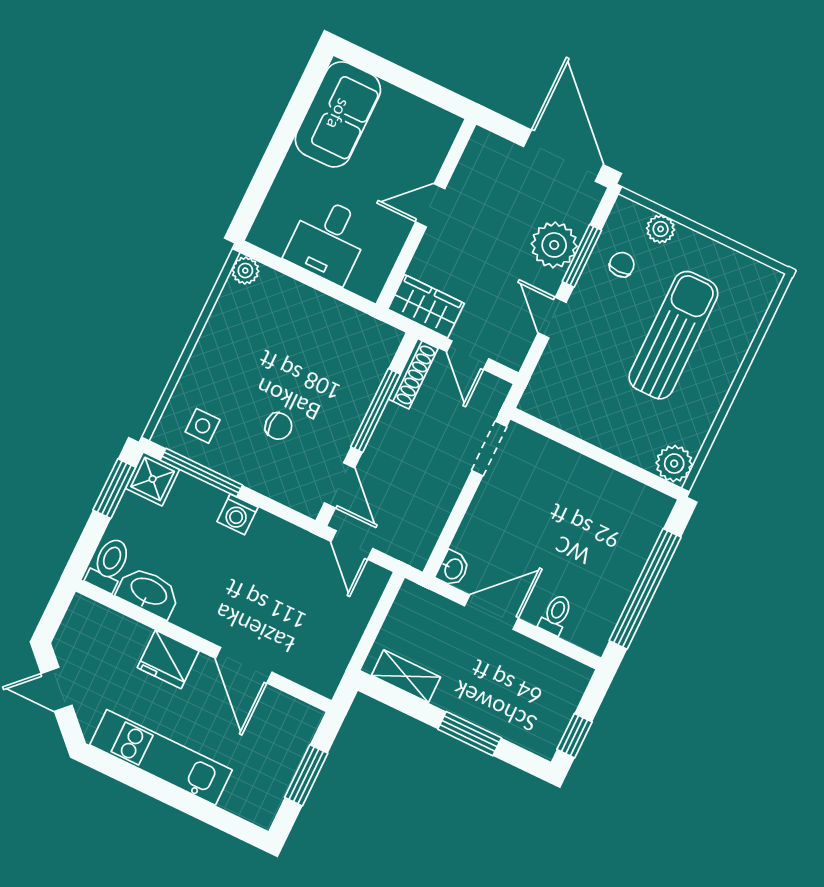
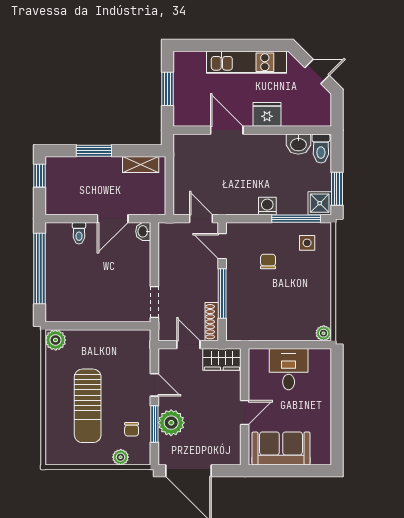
sofa: (338, 114) -> (281, 448), moved, turned 90
chair: (278, 426) -> (268, 261), turned 90
washbasin: (148, 592) -> (298, 144), width x0.72

